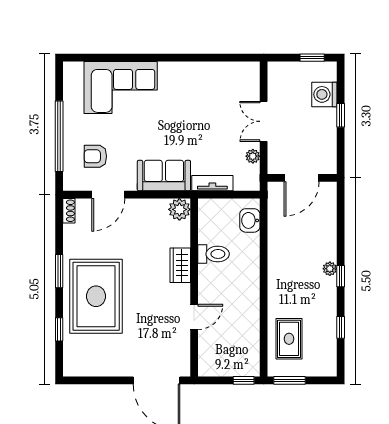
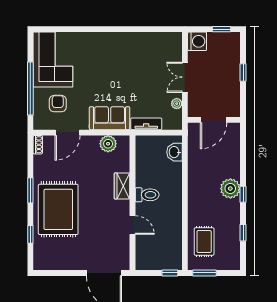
corner sofa: (121, 88) -> (53, 60), moved, turned -90
washing machine: (324, 94) -> (197, 41), moved, turned 180
armchair: (95, 156) -> (58, 104), turned 90
plant: (179, 209) -> (108, 144), moved
toilet: (214, 254) -> (147, 195), moved
plant: (330, 269) -> (230, 189), width x1.87, depth x1.87
door: (194, 317) -> (132, 225), hinge flipped

